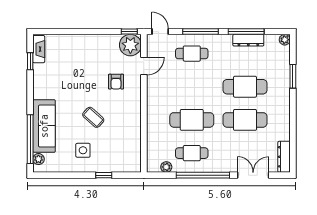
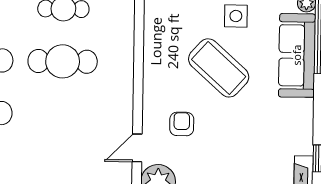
cafe table: (192, 54) -> (61, 167), removed
coffee table: (93, 117) -> (219, 68), width x1.86, depth x1.72

